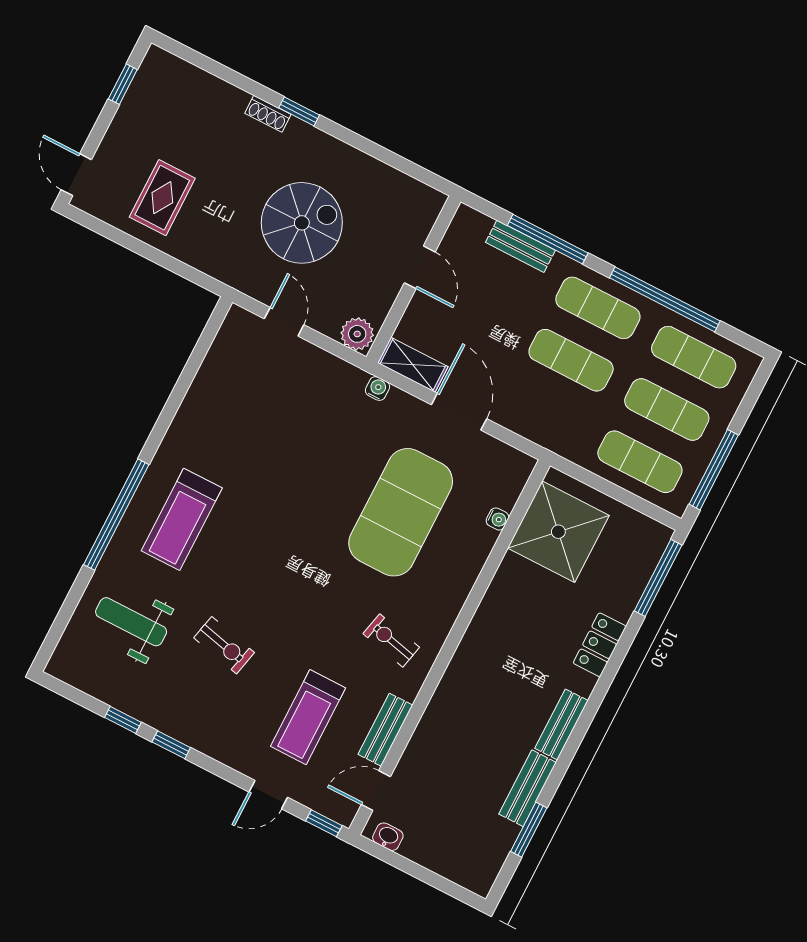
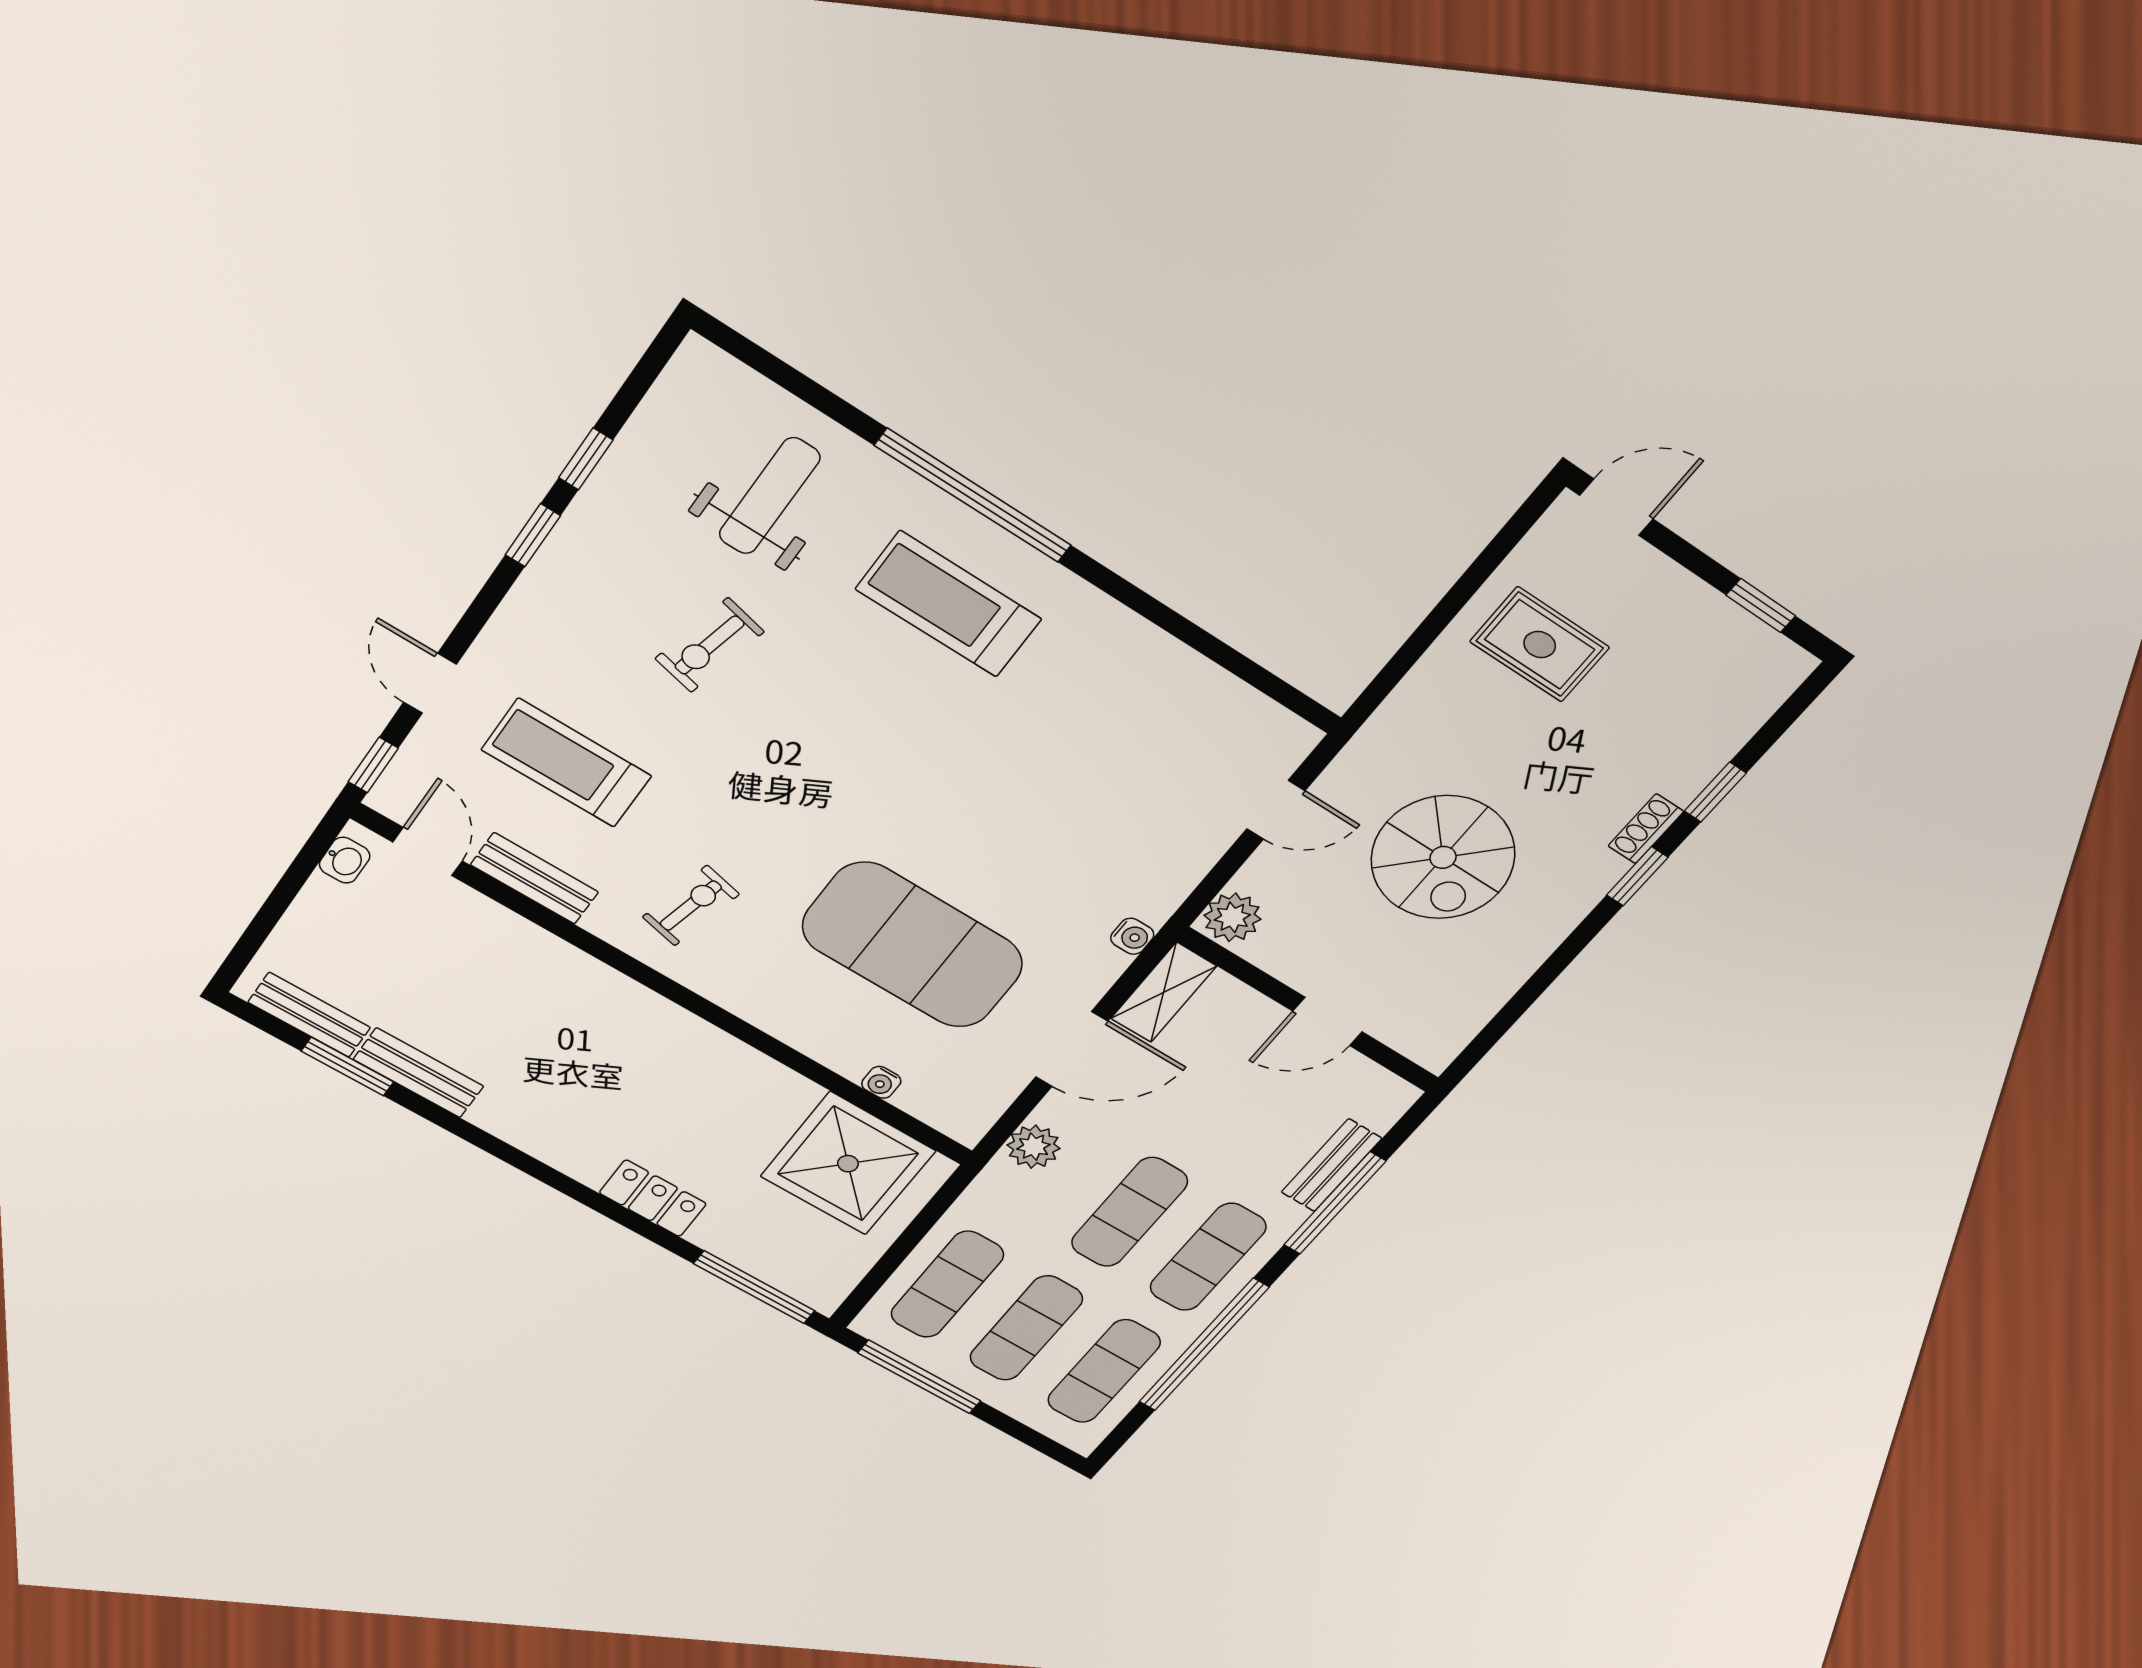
window: (240, 81) -> (1715, 792), added
plant: (531, 424) -> (1034, 1147), added
bench: (561, 724) -> (309, 1015), moved

